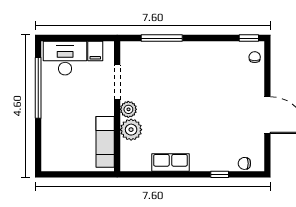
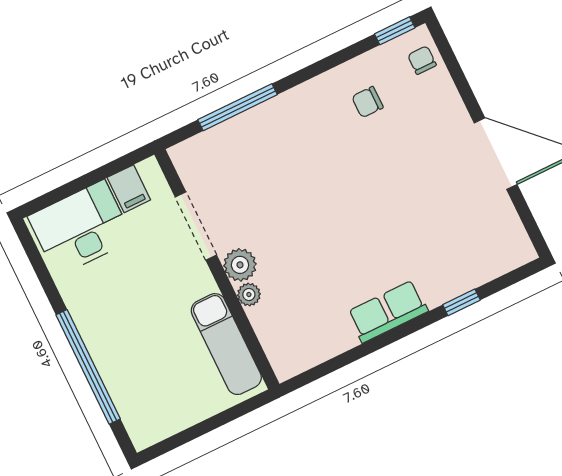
window: (38, 88) -> (88, 367), moved
plant: (131, 130) -> (249, 294), width x0.53, depth x0.53
row of seats: (170, 162) -> (388, 311), moved
chair: (244, 163) -> (367, 102), moved

